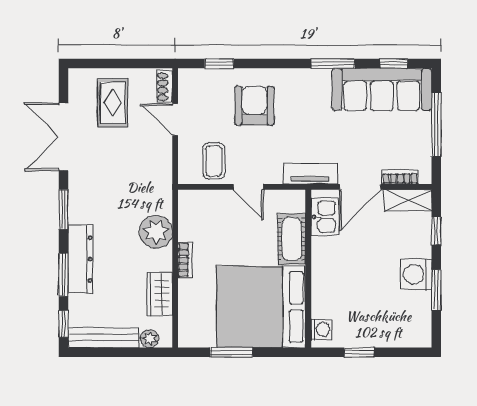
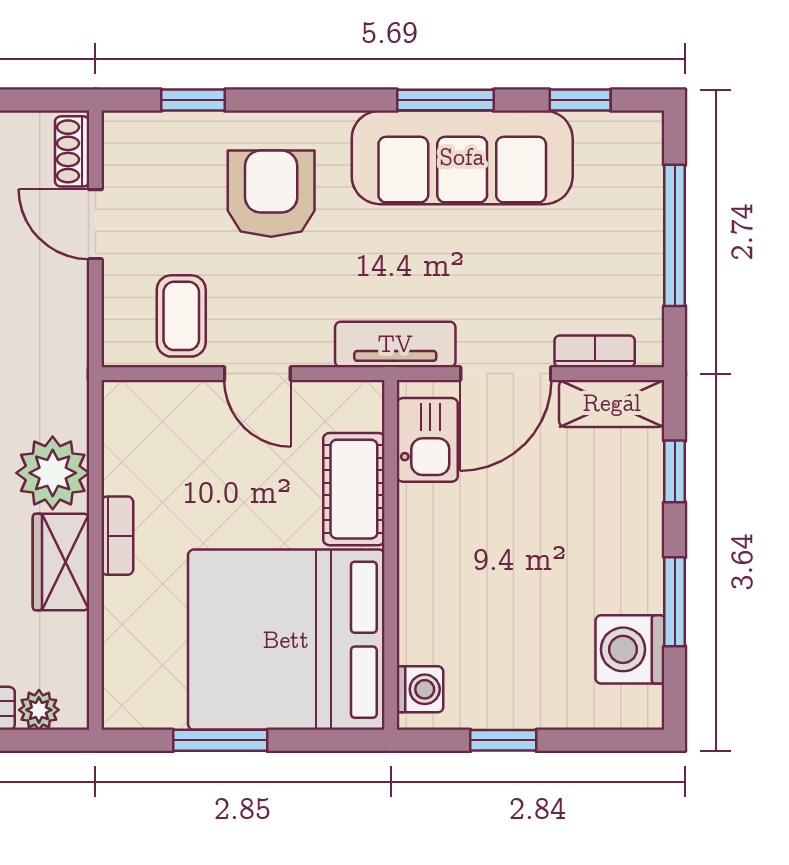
sofa: (382, 89) -> (462, 157), moved
washing machine: (416, 275) -> (630, 649), moved
wardrobe: (160, 294) -> (61, 562), moved

